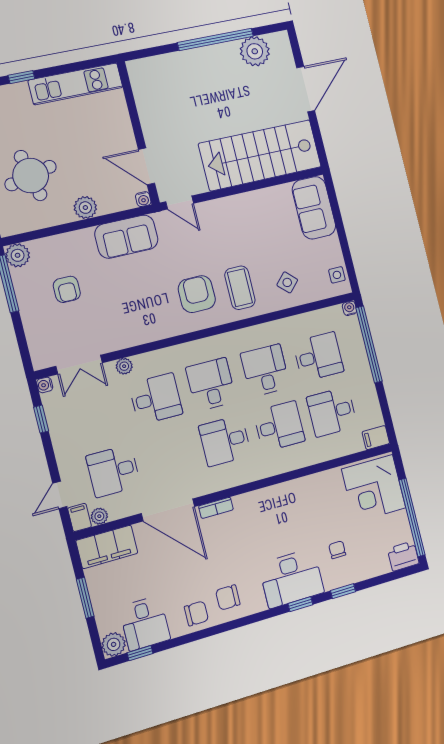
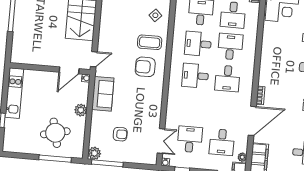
plant: (124, 366) -> (170, 118), removed
desk: (156, 399) -> (190, 139), moved

